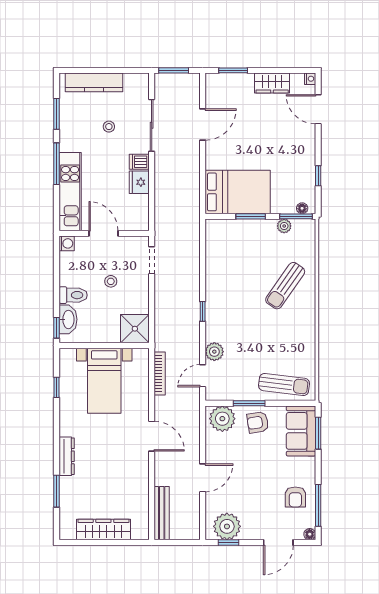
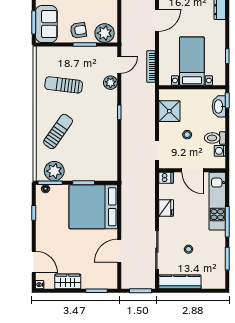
kitchen counter: (94, 82) -> (180, 282), moved
dishwasher: (139, 162) -> (166, 178), moved
bed: (238, 192) -> (93, 207), width x1.36
plant: (284, 226) -> (54, 171), width x1.88, depth x1.88
washing machine: (67, 243) -> (220, 151), moved
toilet: (73, 295) -> (215, 138), moved
shower: (135, 329) -> (169, 111), moved
sun lounger: (284, 384) -> (64, 85), moved
door: (152, 436) -> (157, 20), swing flipped

